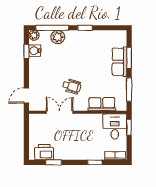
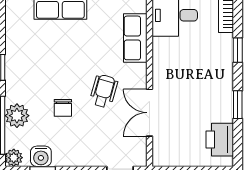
chair: (62, 63) -> (63, 108), added
window: (54, 162) -> (238, 105), moved

